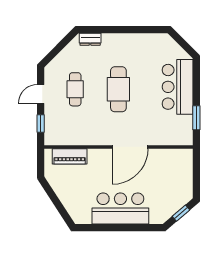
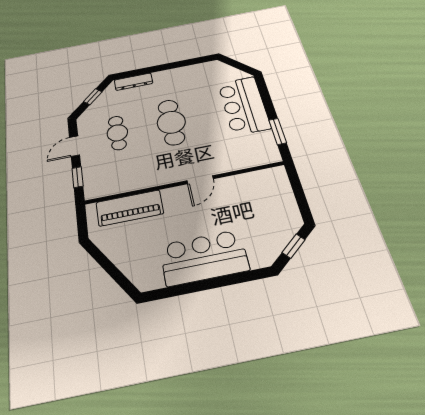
dresser: (90, 39) -> (133, 82), width x1.44
window: (60, 47) -> (93, 97), added
door: (130, 147) -> (200, 180), width x0.53
piano: (70, 156) -> (130, 208), width x1.37, depth x1.33

